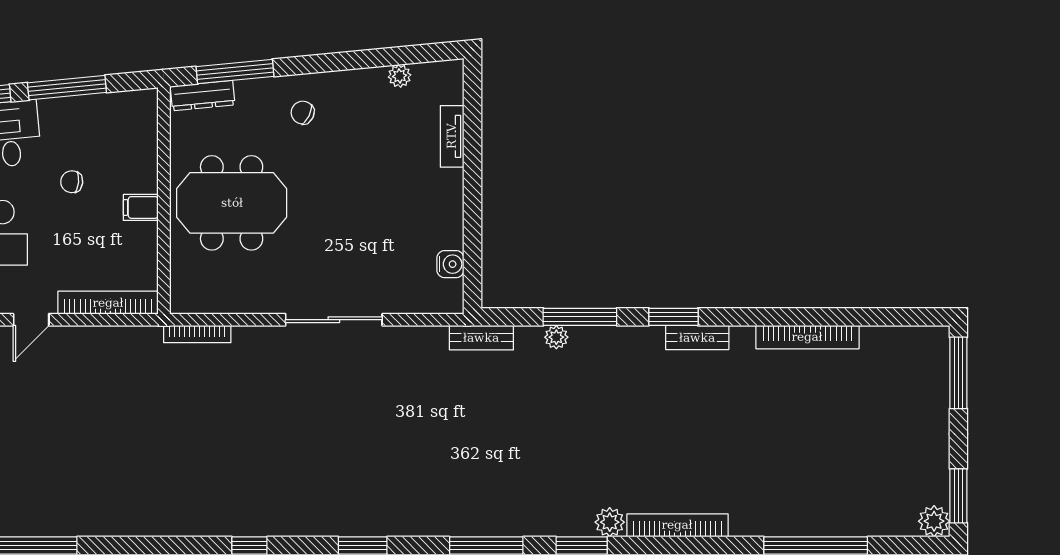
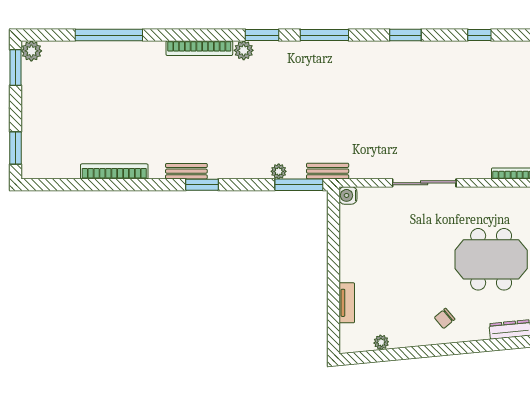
window: (235, 72) -> (489, 345), removed
chair: (303, 113) -> (445, 318), turned 114
water cooler: (450, 264) -> (348, 195), moved
window: (580, 317) -> (299, 185), moved
window: (958, 373) -> (16, 148), width x0.69

